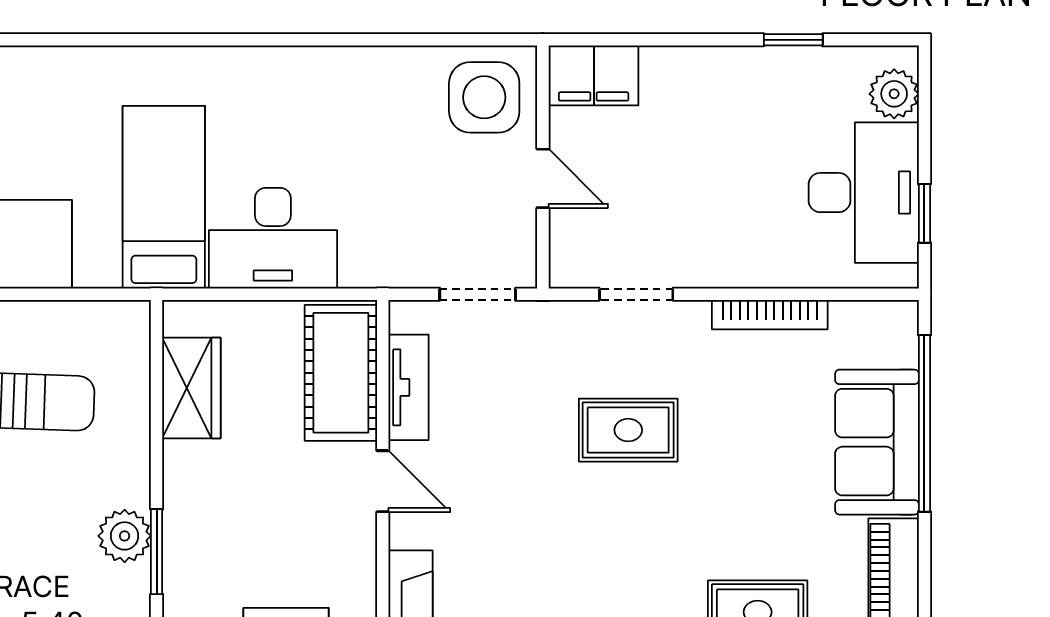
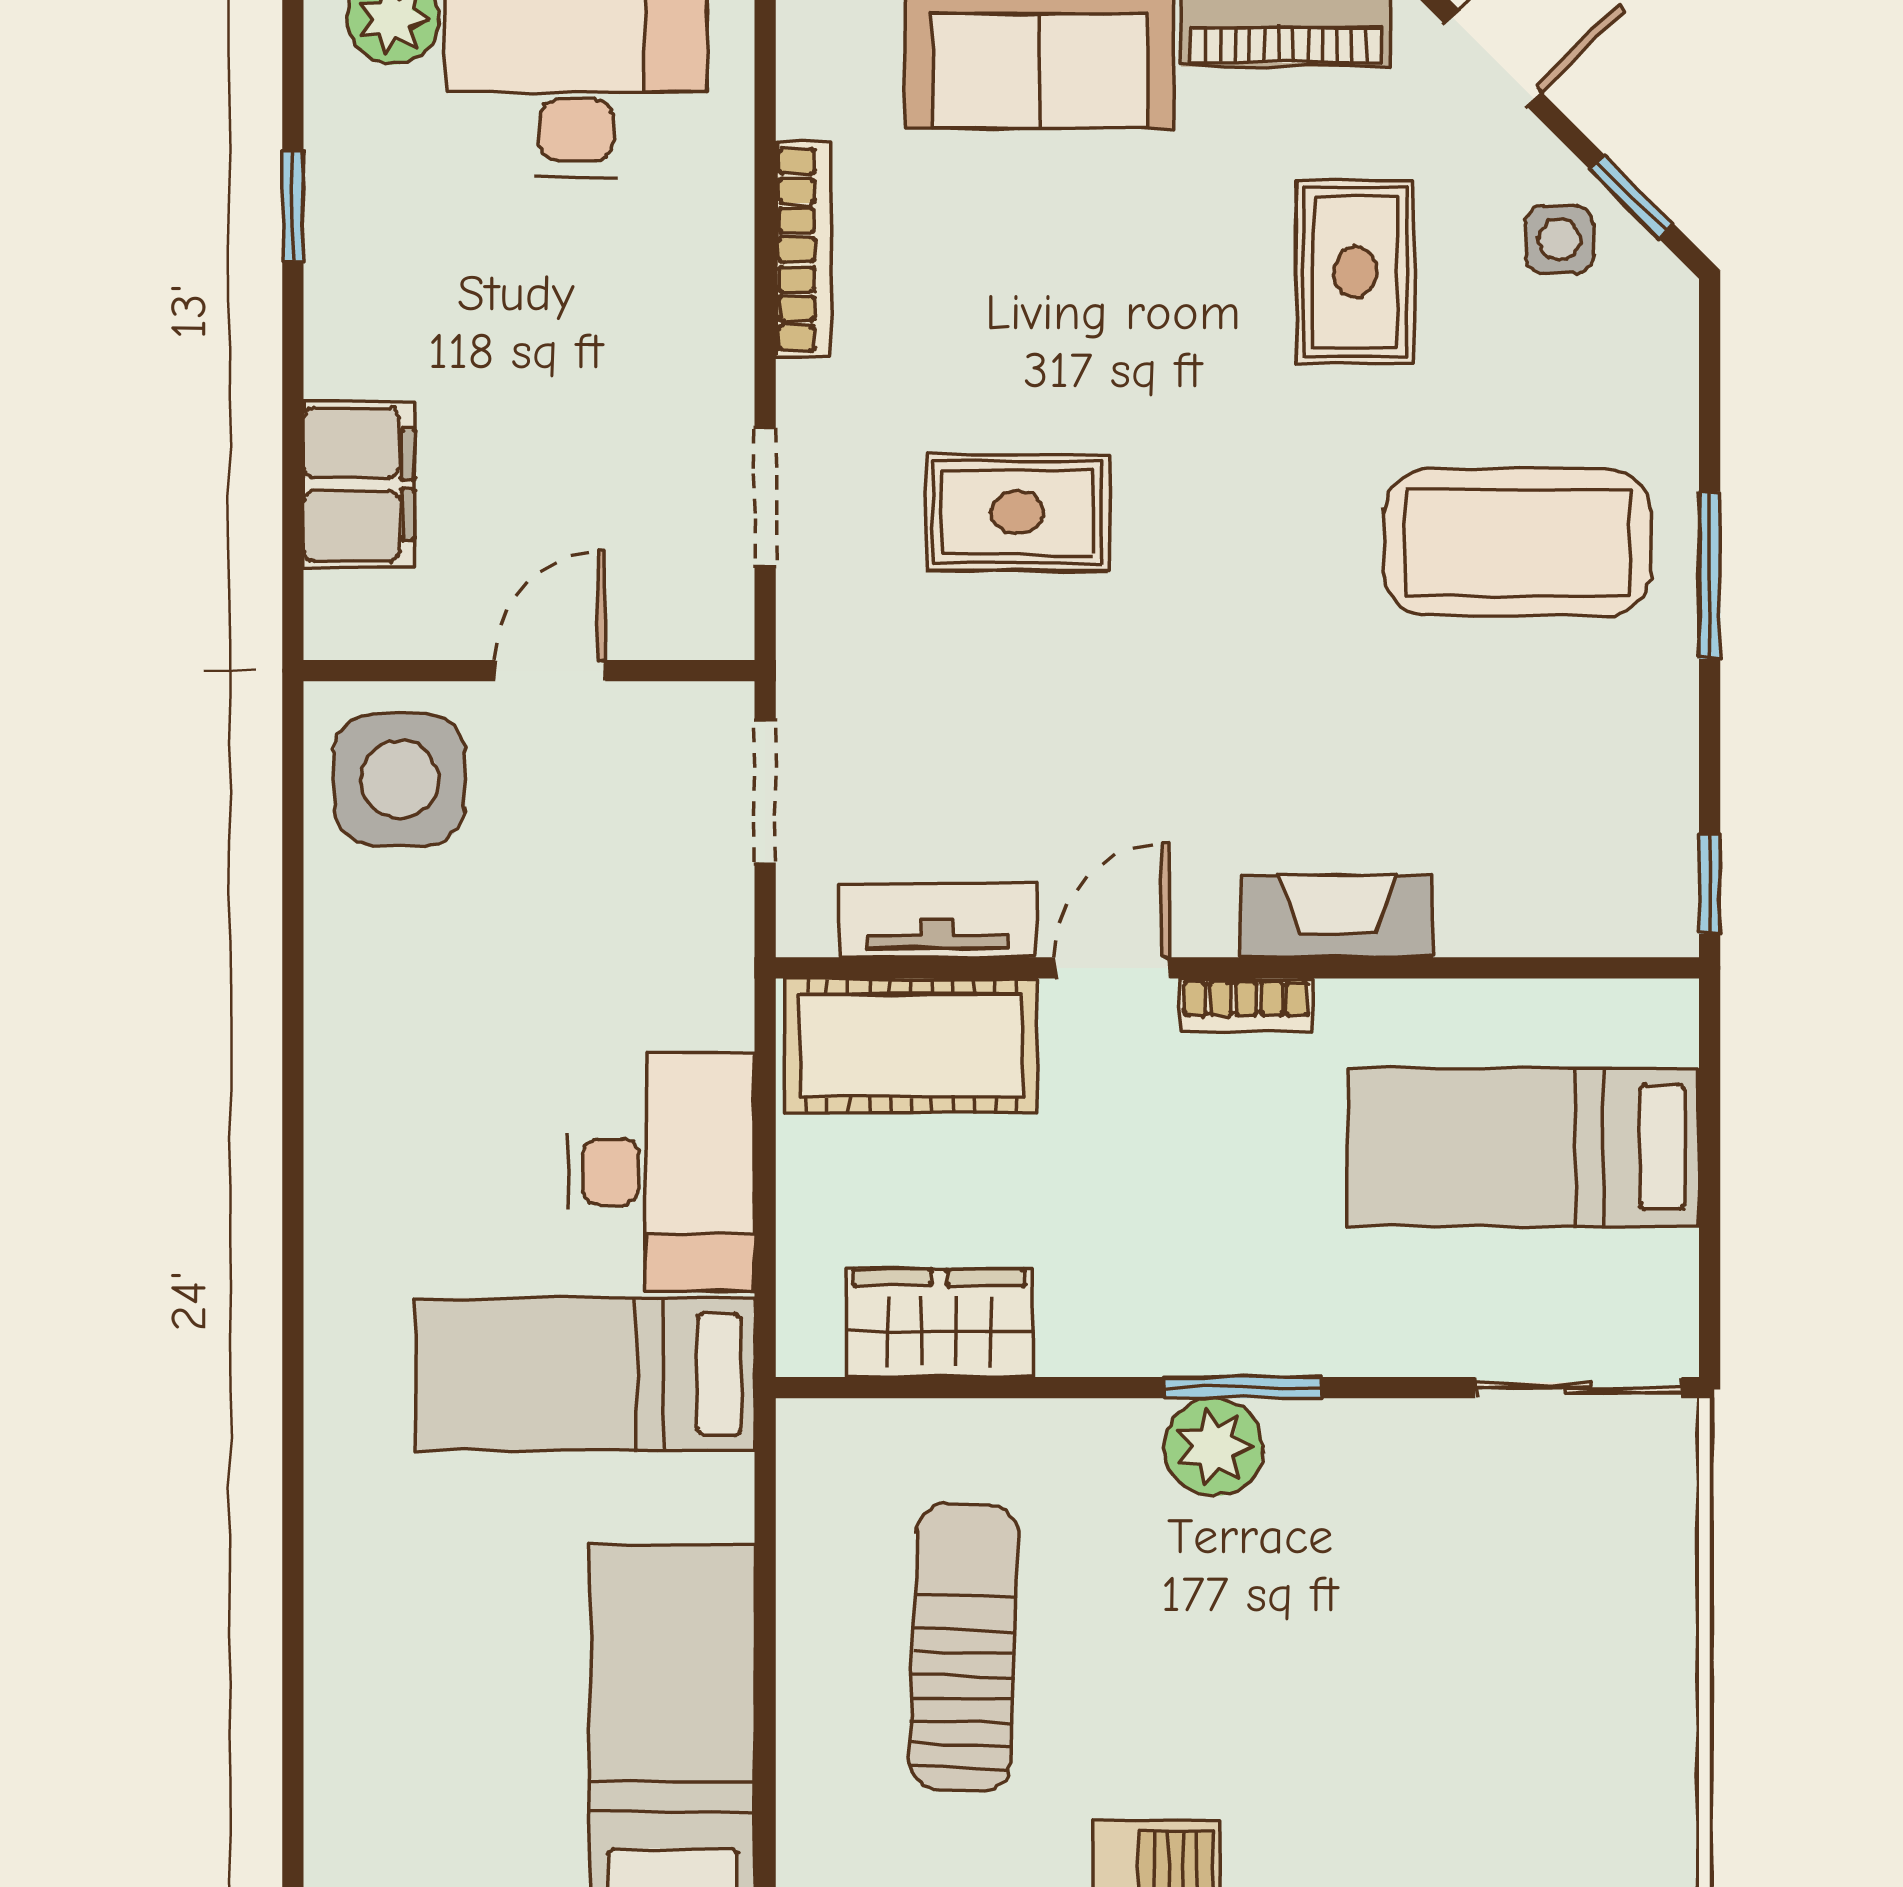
filing cabinet: (594, 75) -> (359, 484), moved
rug: (628, 430) -> (1017, 512), turned 90
bookcase: (363, 553) -> (1246, 1005), added

